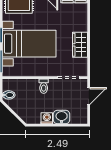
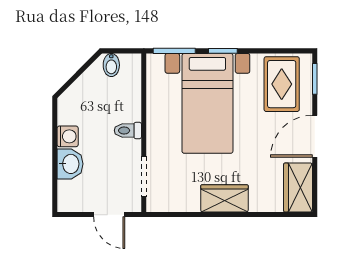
wardrobe: (80, 45) -> (224, 198), moved

